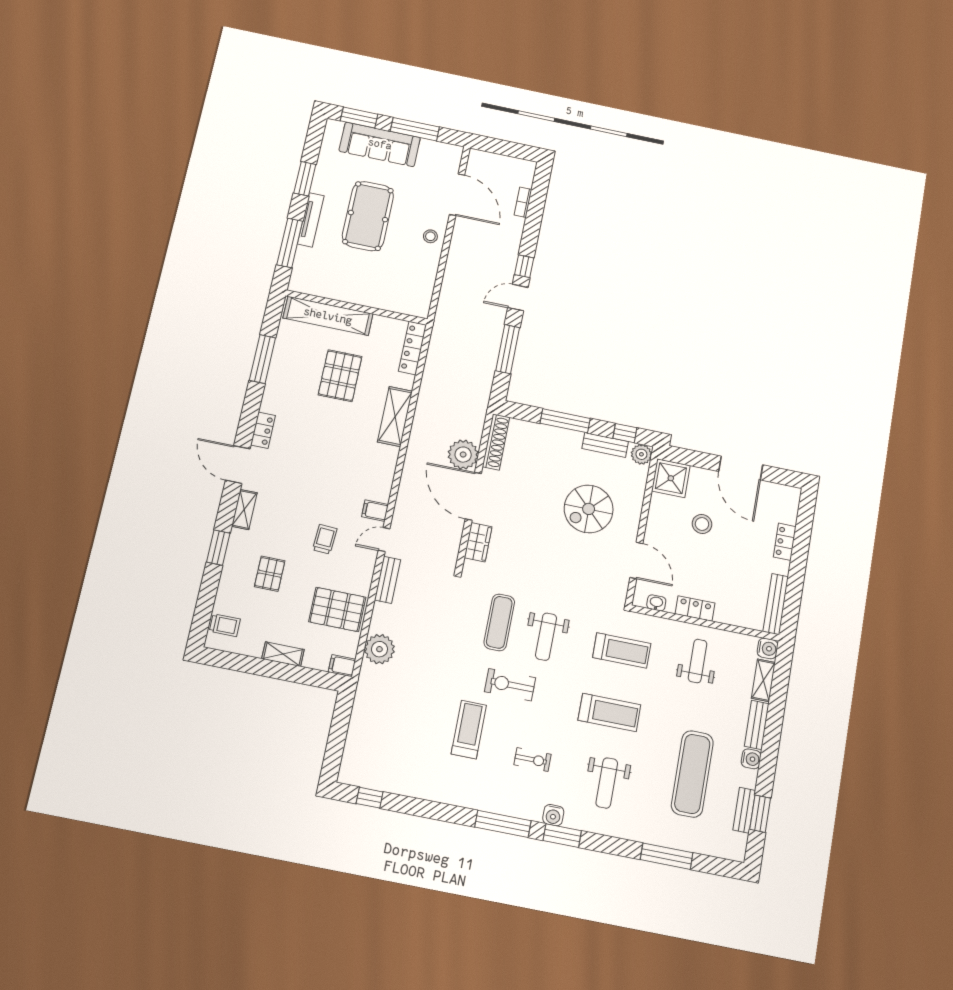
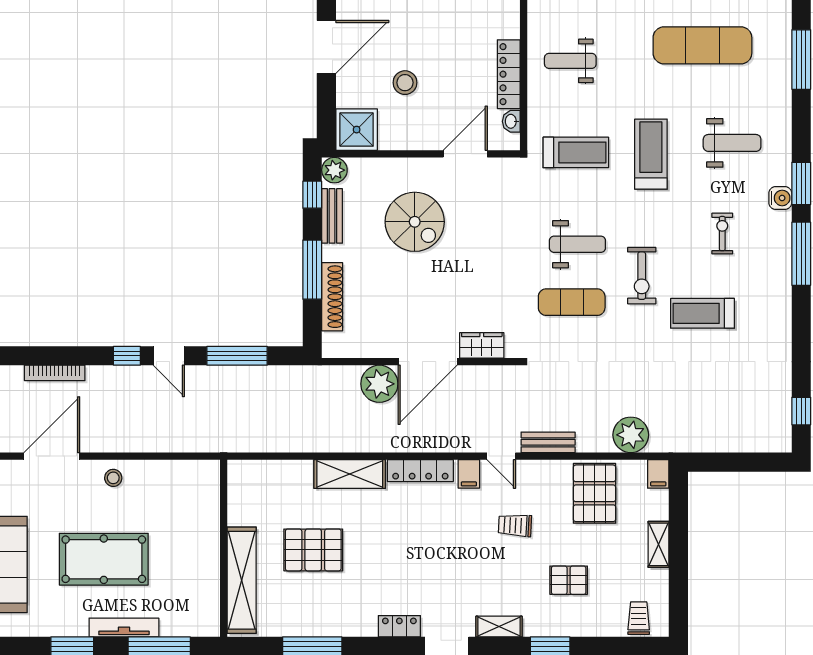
bookcase: (523, 202) -> (55, 373), width x1.56
locker: (413, 348) -> (420, 471), moved
shoe rack: (496, 442) -> (332, 297), moved, turned 90
locker: (695, 608) -> (509, 74), width x1.53
treadmill: (622, 650) -> (576, 152), turned 90

